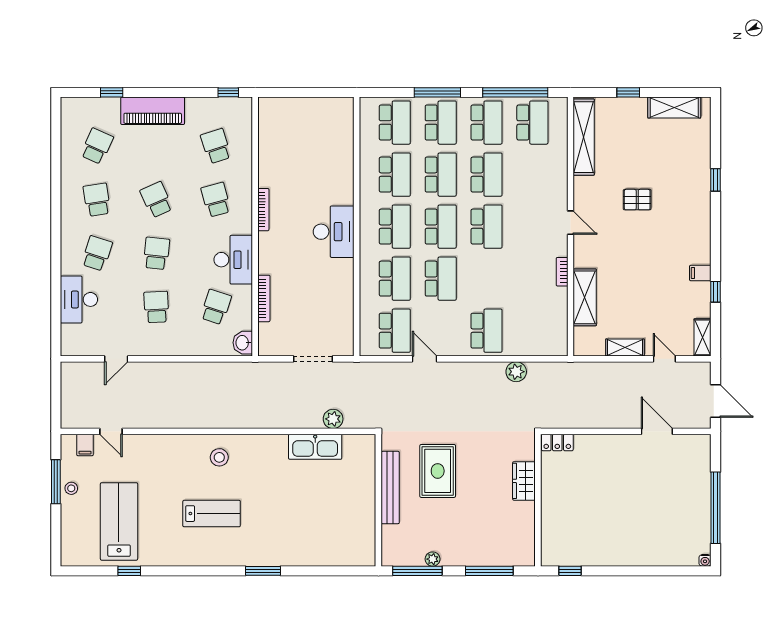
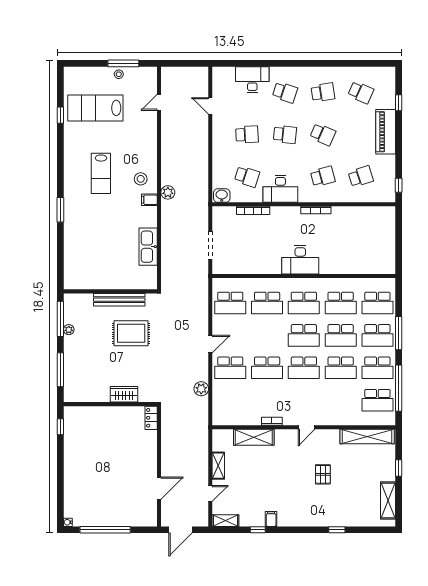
school desk: (156, 200) -> (323, 134), turned 48
school desk: (441, 279) -> (267, 368), moved
door: (425, 359) -> (210, 344), moved
plant: (333, 419) -> (168, 192), moved
filing cabinet: (85, 445) -> (149, 200), moved
lab bench: (119, 521) -> (95, 108), turned 180

